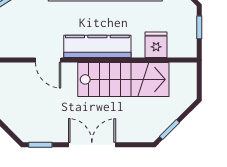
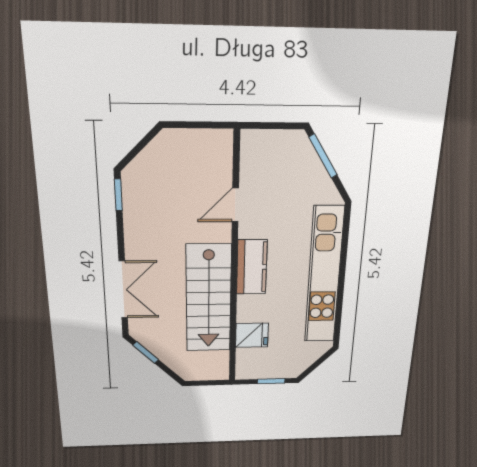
kitchen counter: (97, 46) -> (252, 267), width x0.67
double door: (92, 145) -> (123, 290), moved

